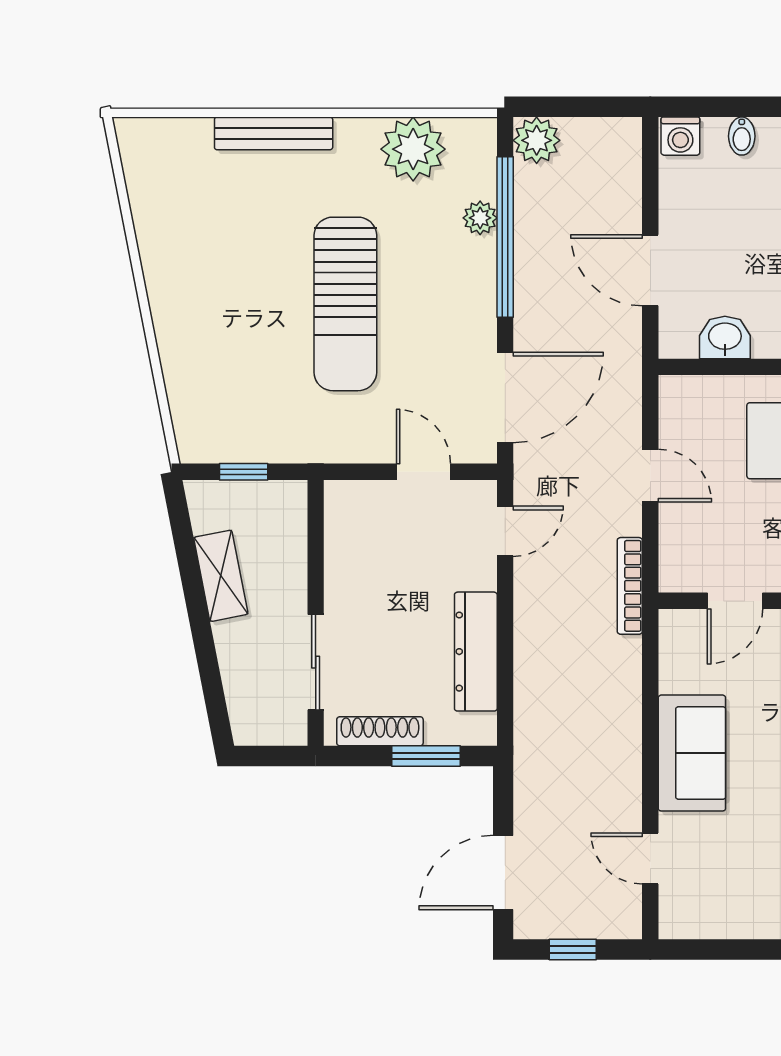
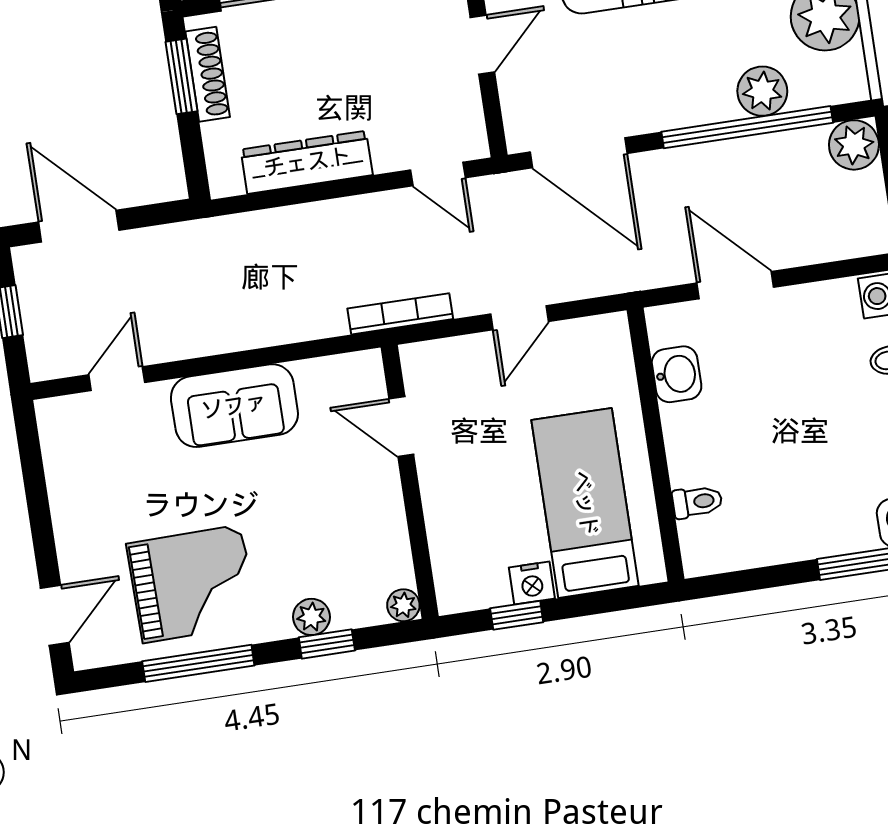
plant: (480, 218) -> (762, 91), width x1.38, depth x1.38
door: (650, 270) -> (735, 285), hinge flipped
door: (423, 472) -> (482, 45), moved
window: (426, 756) -> (181, 76), moved

